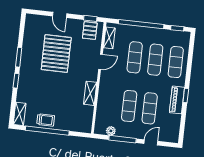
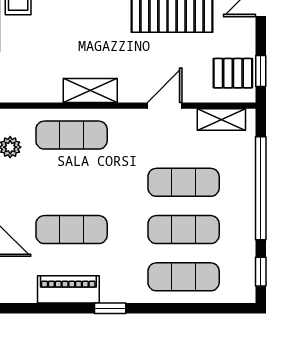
door: (100, 62) -> (165, 106), swing flipped
piano: (177, 100) -> (68, 289), moved
exercise mat: (129, 106) -> (72, 135), moved

